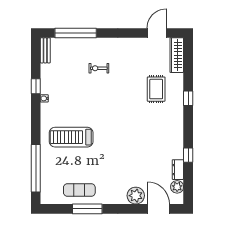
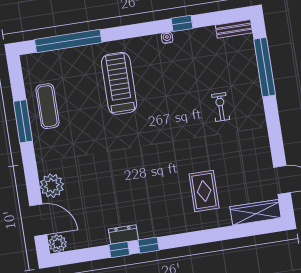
rug: (156, 89) -> (204, 191), turned 90
window: (188, 98) -> (148, 245), moved
dresser: (178, 170) -> (123, 234), moved
plant: (177, 187) -> (58, 243), moved
door: (159, 209) -> (38, 220), hinge flipped

